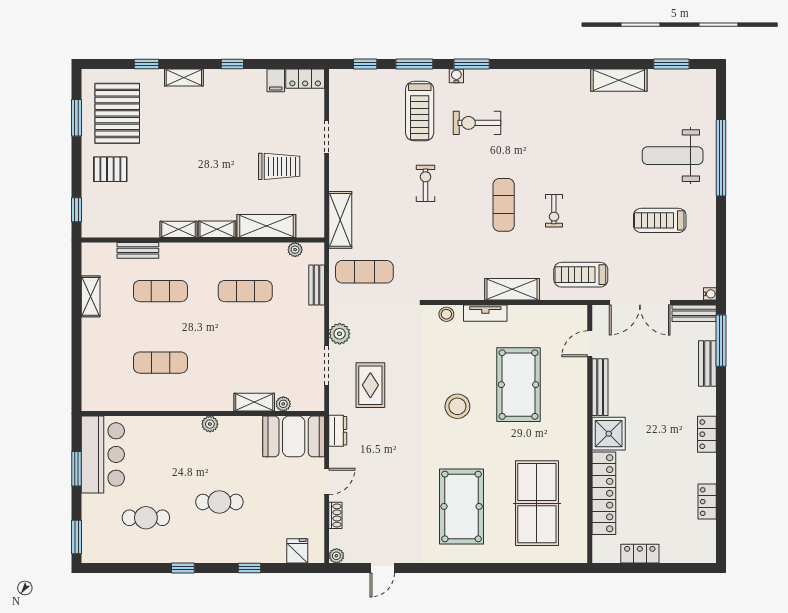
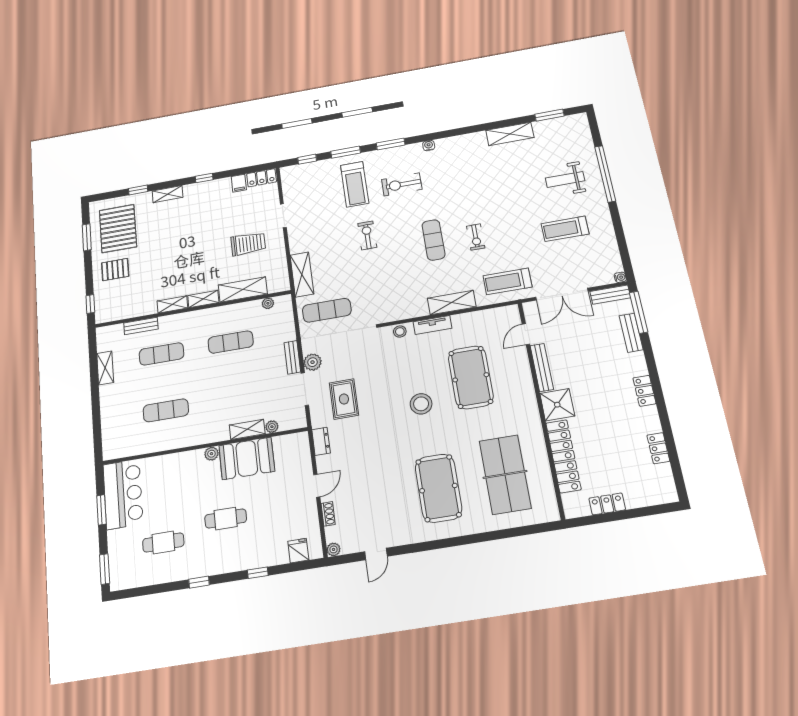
water cooler: (456, 76) -> (429, 146), moved
weight bench: (673, 156) -> (565, 179), width x0.73, depth x0.75
bench: (317, 285) -> (292, 357), moved
booth: (294, 436) -> (247, 458), moved

